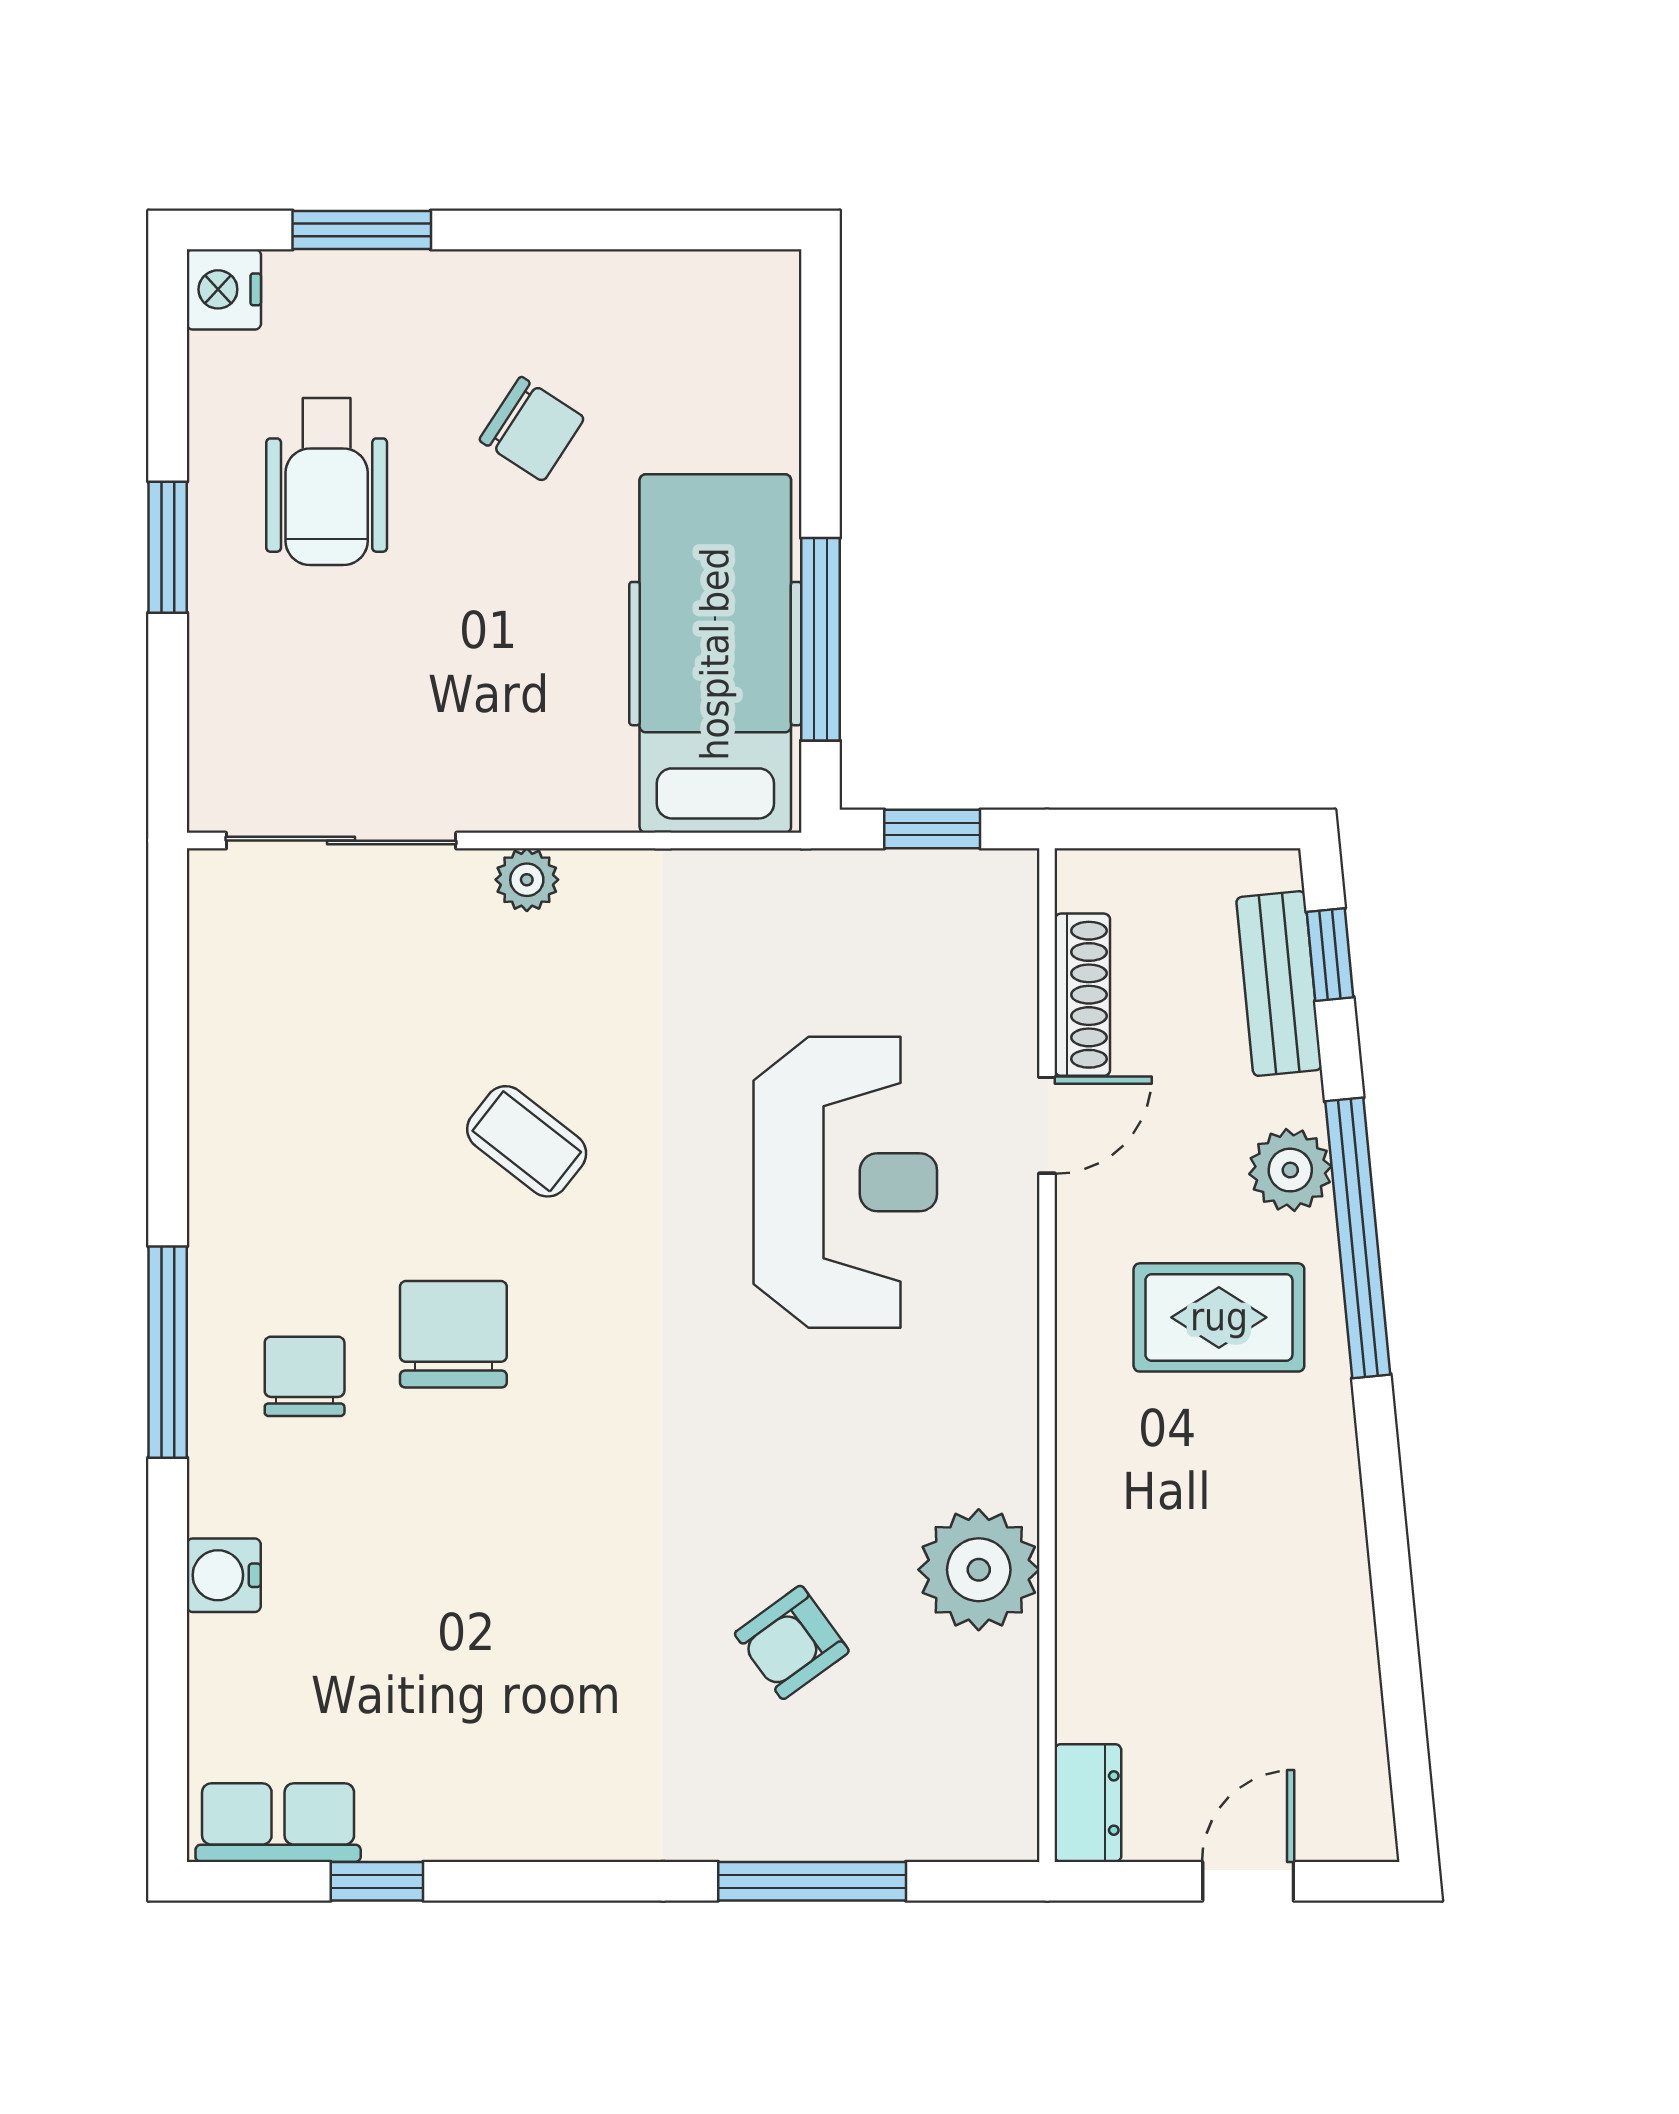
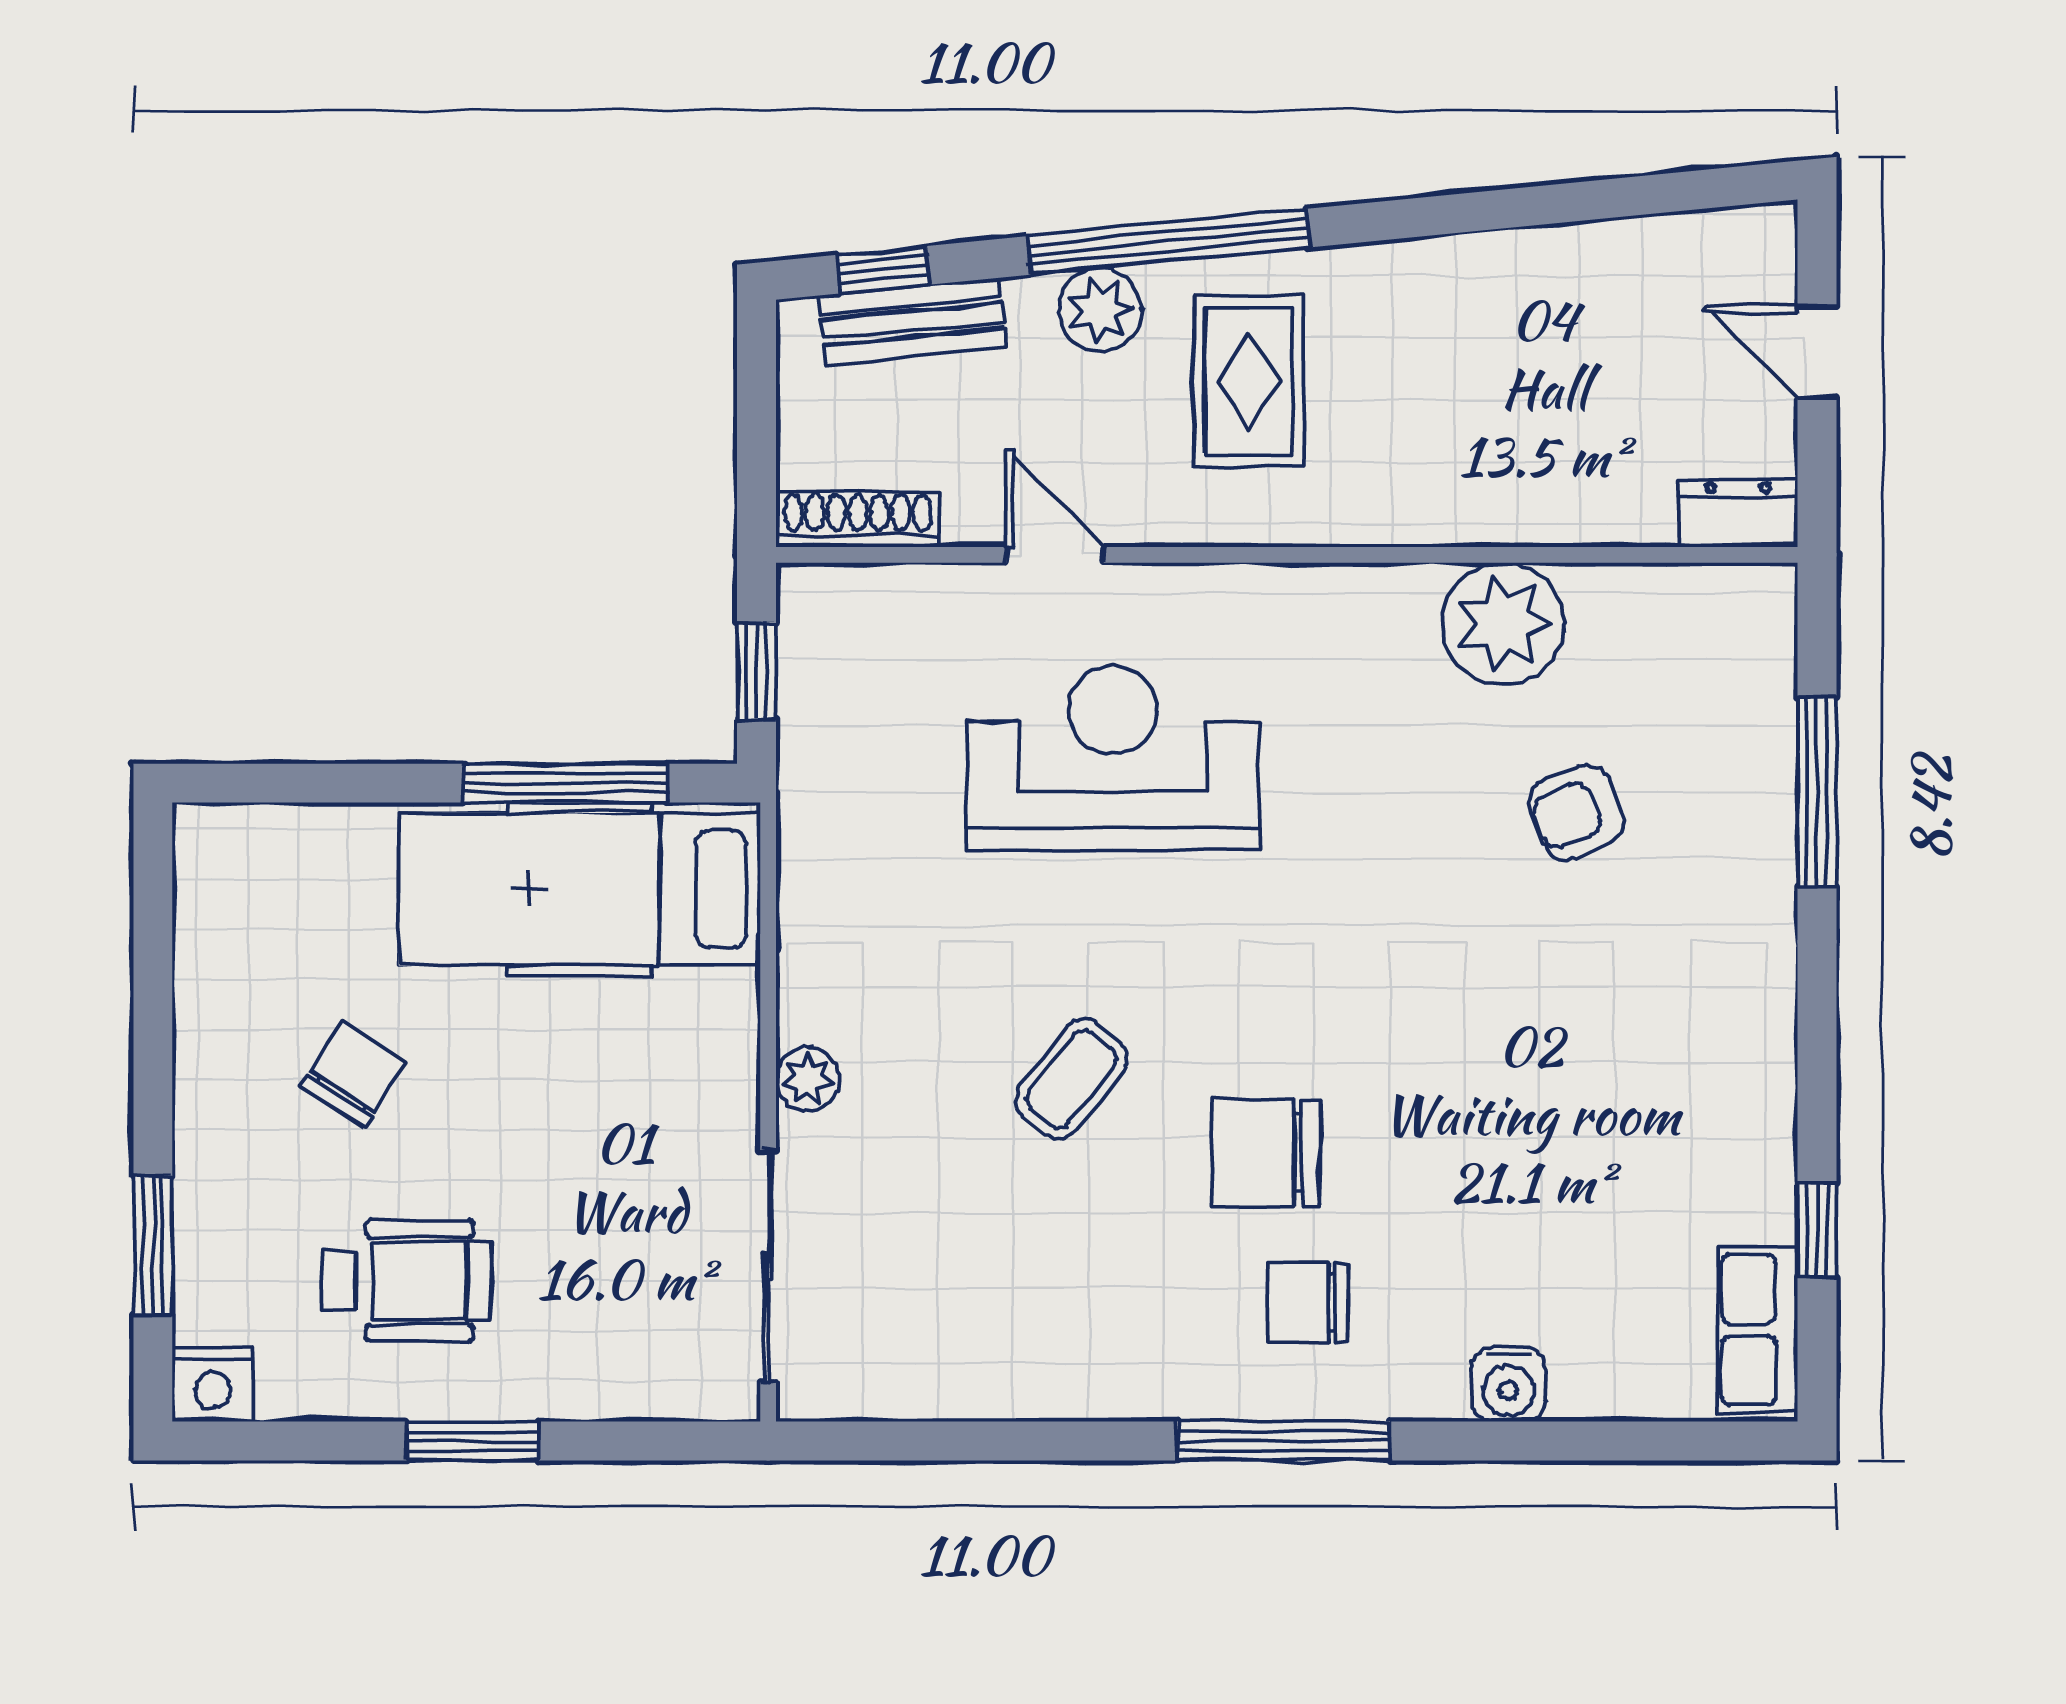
shoe rack: (1082, 995) -> (858, 519), moved
armchair: (792, 1642) -> (1576, 812), turned 105

